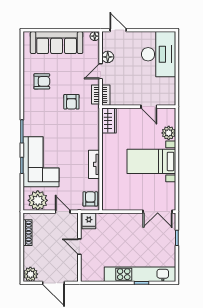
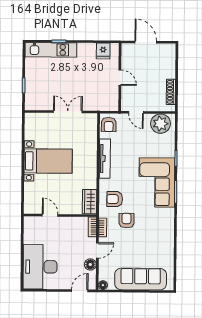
door: (118, 30) -> (80, 291), swing flipped
armchair: (42, 81) -> (115, 199), moved
plant: (169, 133) -> (31, 189), removed
corner sofa: (41, 162) -> (157, 182), moved
tv unit: (94, 164) -> (105, 159), width x1.41
double door: (158, 212) -> (68, 112), moved
fridge: (89, 221) -> (103, 51), moved, turned 180
plant: (30, 274) -> (168, 51), removed
kitchen unit: (140, 274) -> (51, 50), width x0.73

